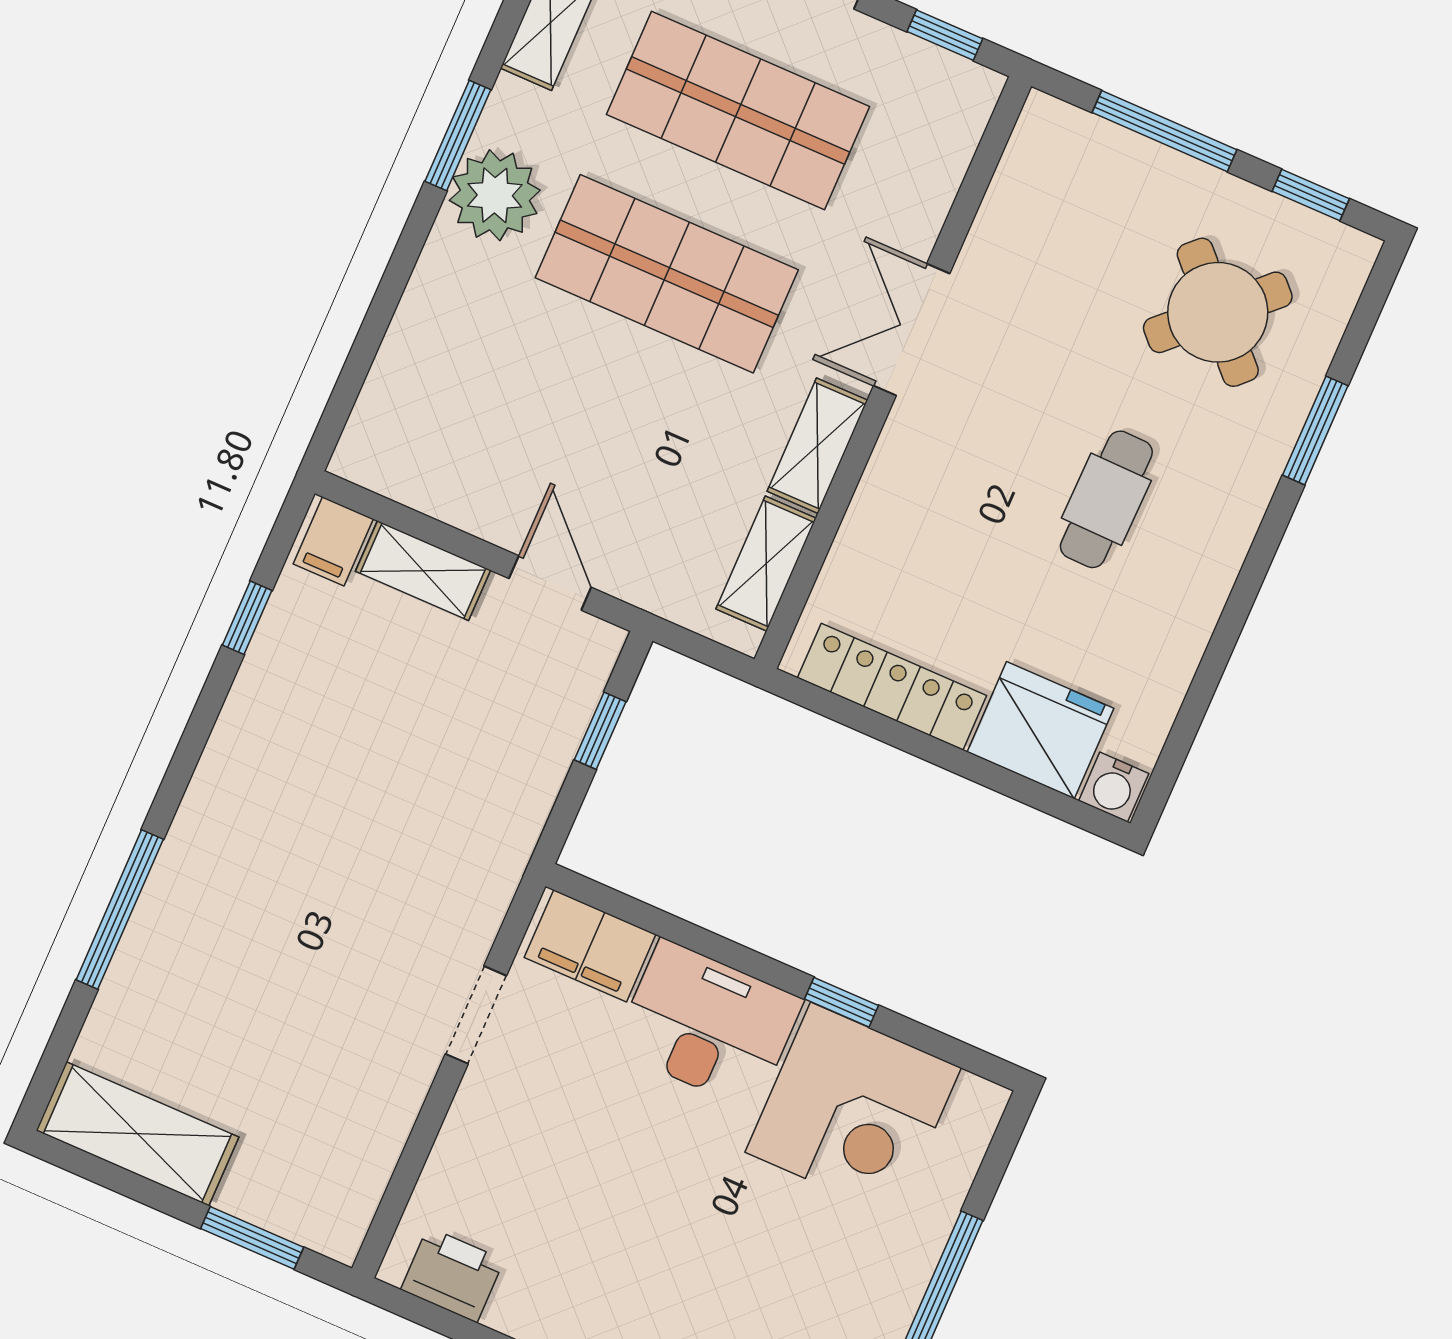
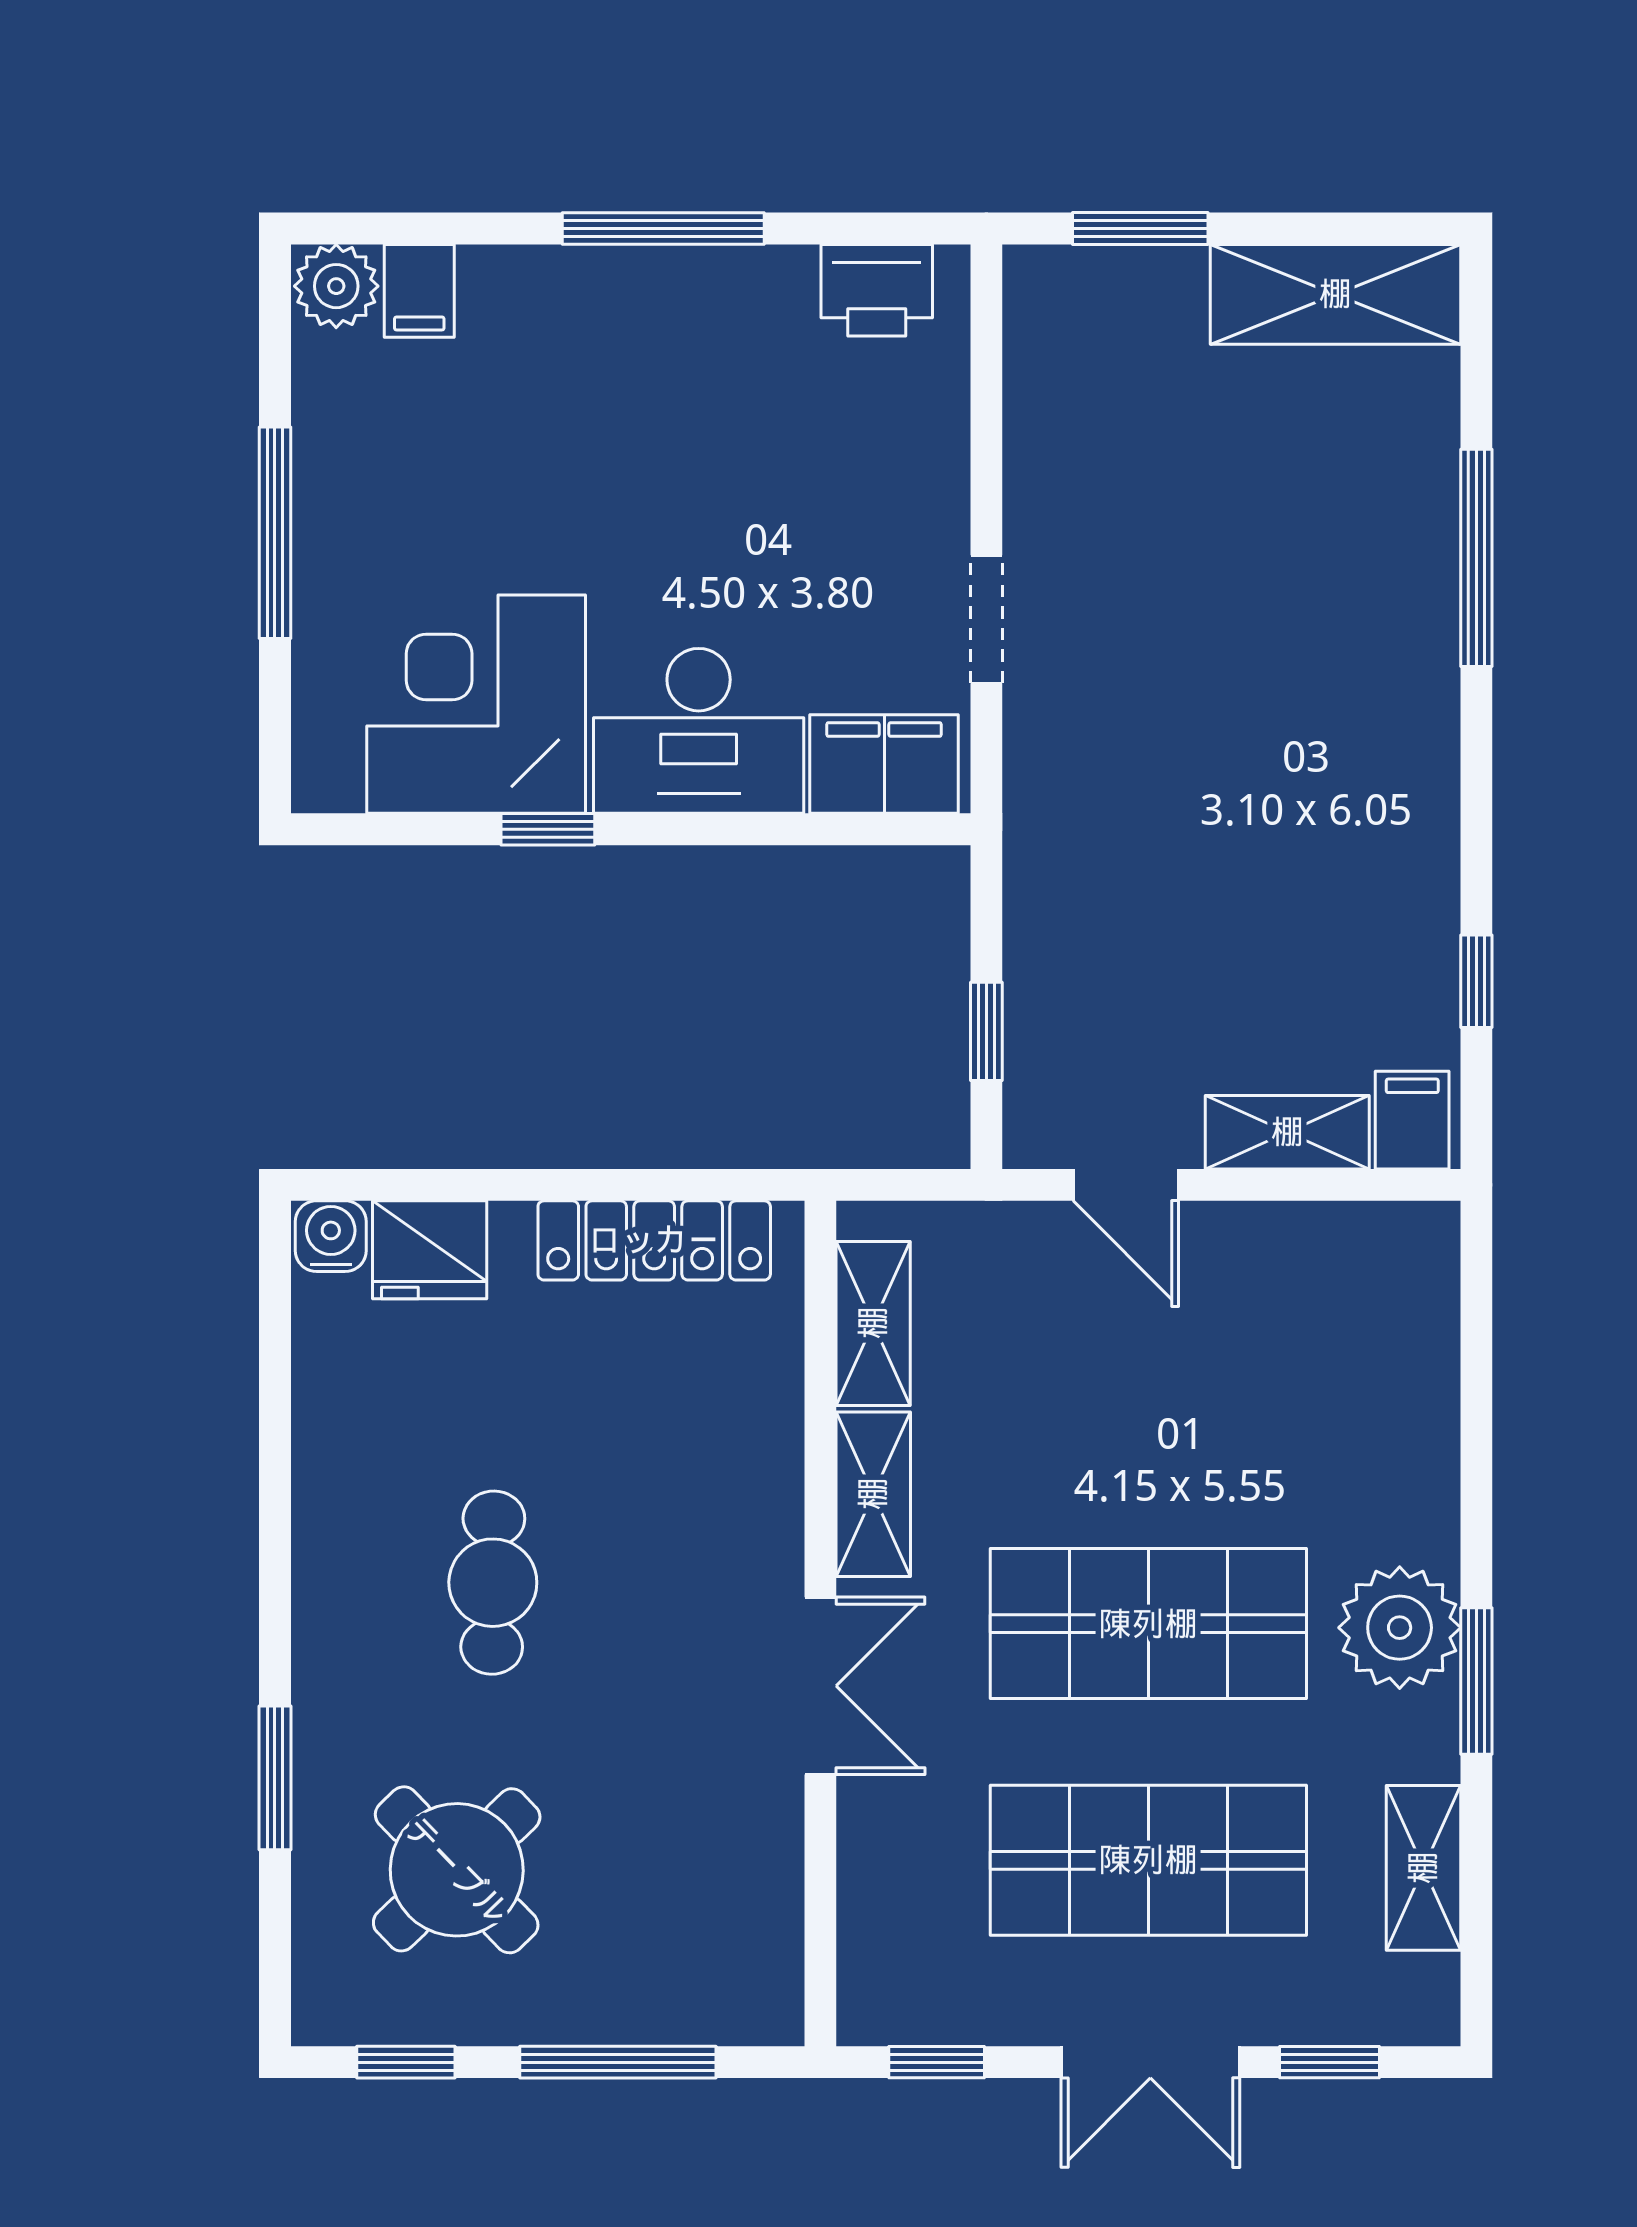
fridge: (1040, 730) -> (430, 1250), width x0.73, depth x0.75

